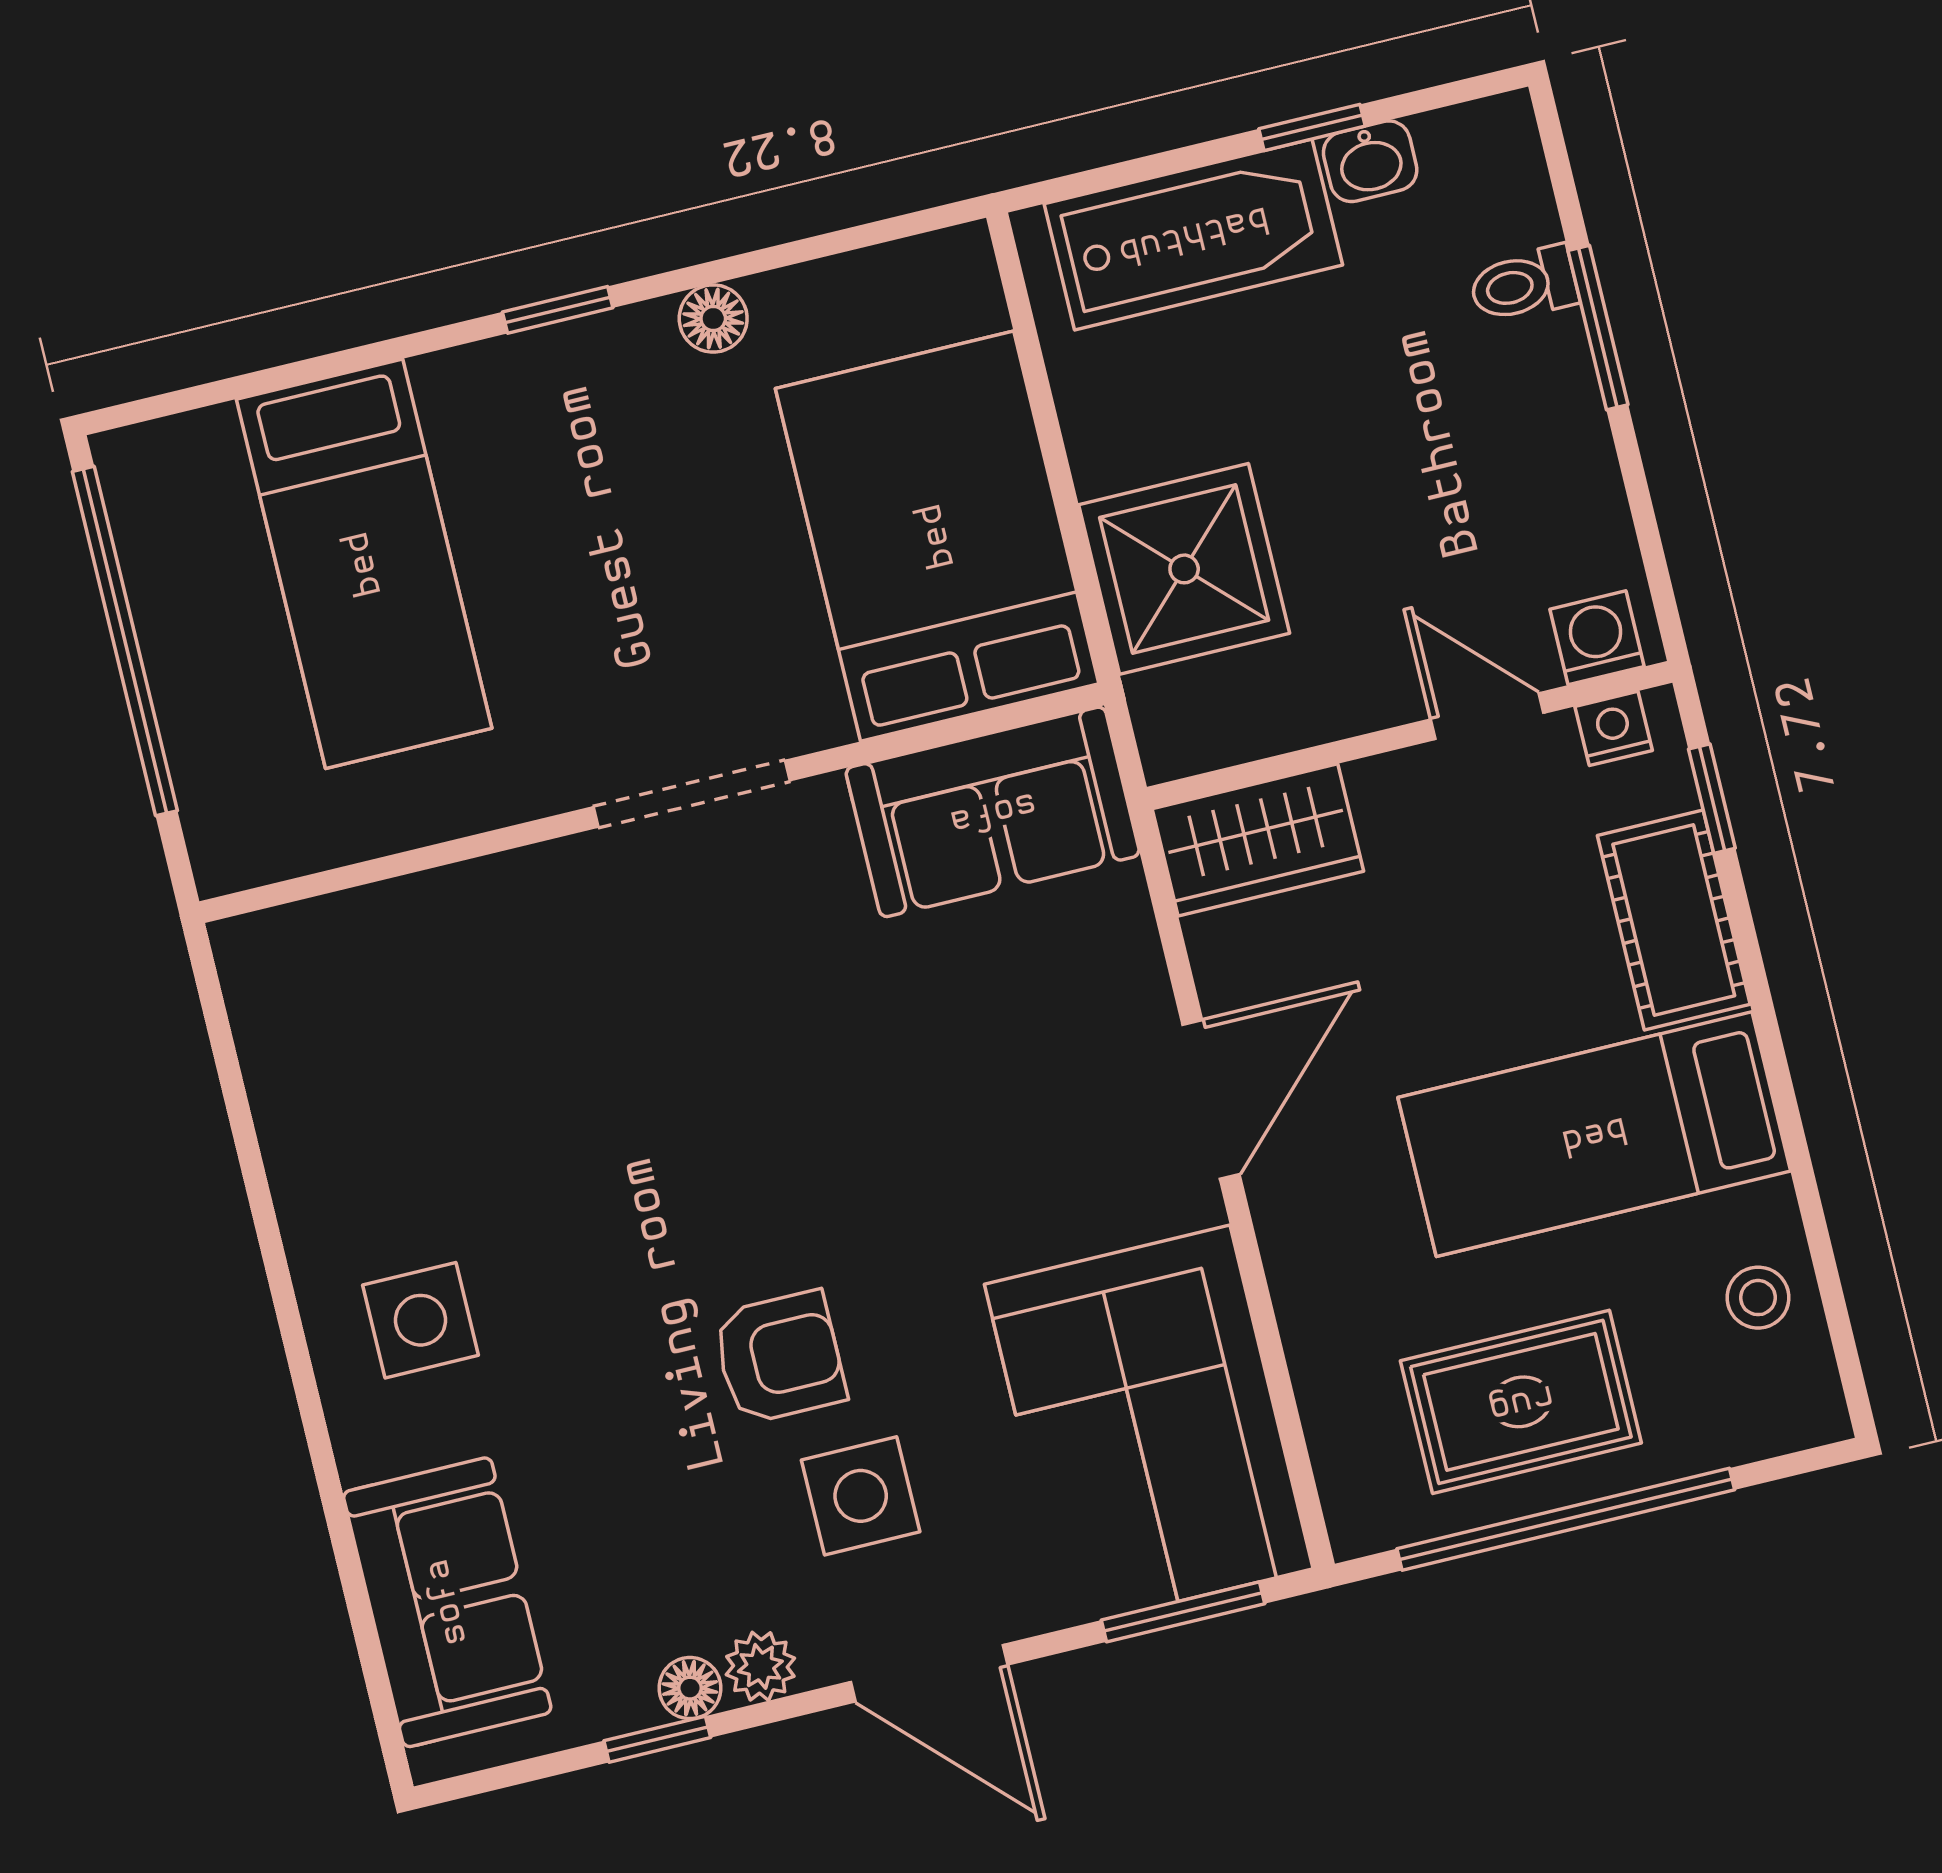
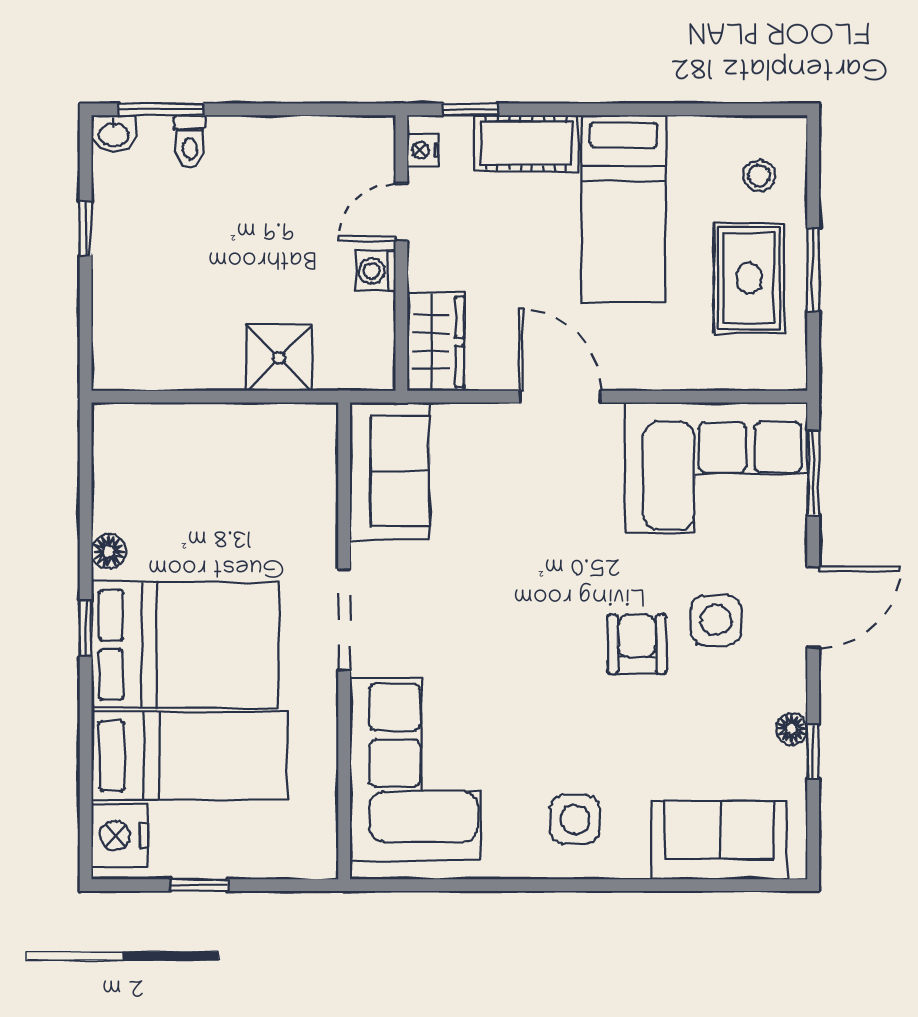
washbasin: (1370, 161) -> (114, 133), moved, turned 90
bathtub: (1193, 234) -> (125, 301), removed
window: (1598, 328) -> (161, 109), moved
nightstand: (182, 469) -> (120, 835), added
bed: (937, 536) -> (185, 645), moved, turned 180
shower: (1184, 569) -> (279, 358), width x0.73, depth x0.73
washing machine: (1597, 638) -> (376, 271), moved
window: (125, 641) -> (199, 885), width x0.32
corner sofa: (442, 996) -> (415, 769), added
stool: (1758, 1298) -> (759, 176), moved
window: (1566, 1519) -> (813, 270), width x0.47
plant: (760, 1666) -> (789, 691), removed

